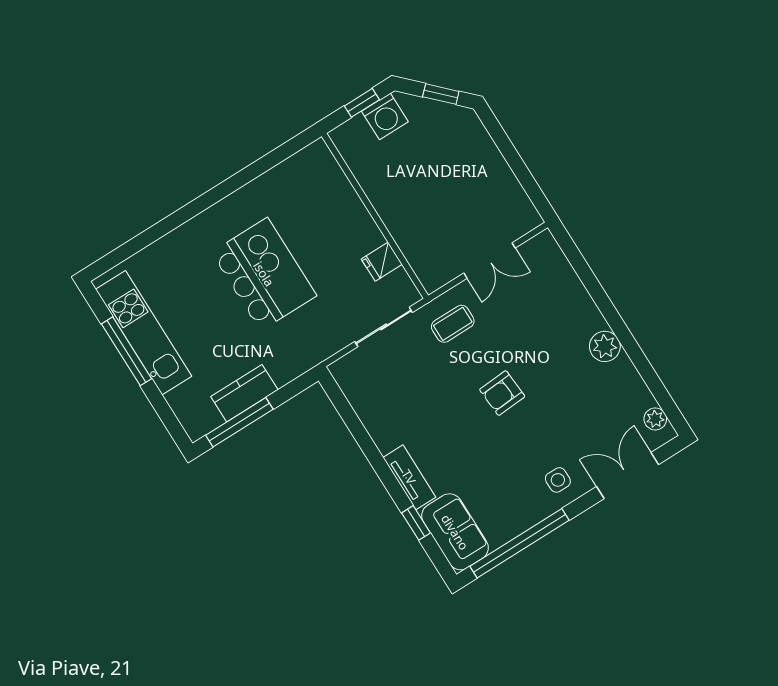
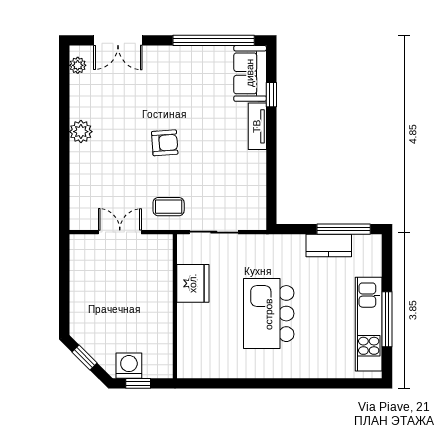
fridge: (382, 262) -> (193, 283), width x1.88, depth x1.34
side table: (558, 480) -> (164, 65), removed

